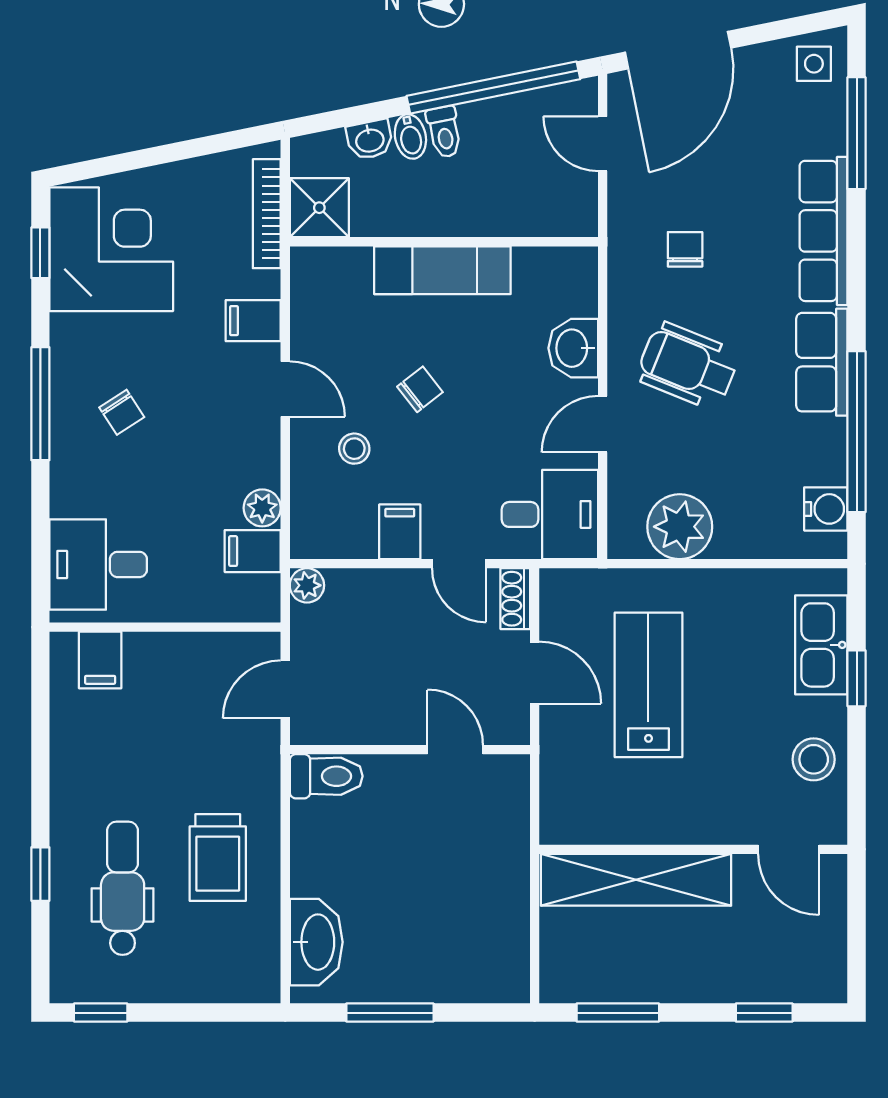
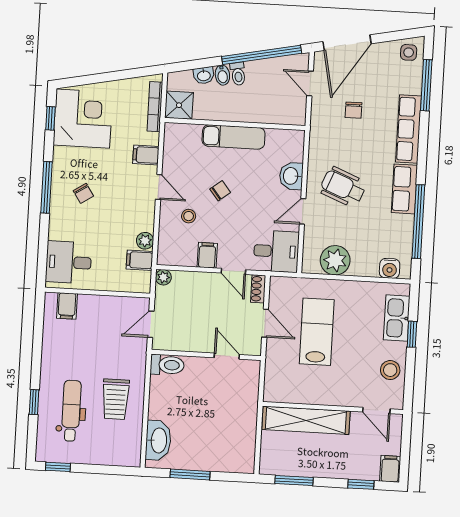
chair: (685, 249) -> (353, 110), moved, turned 180
water cooler: (826, 509) -> (390, 268), moved, turned 90
filing cabinet: (826, 975) -> (390, 469), added

